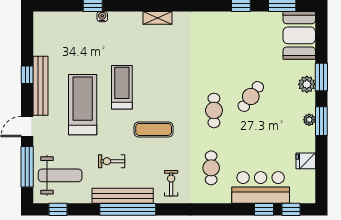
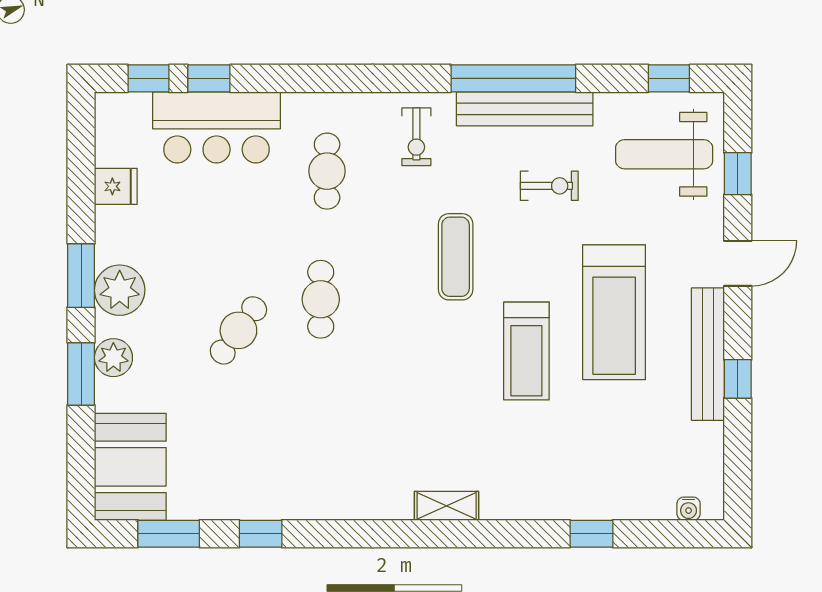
water cooler: (102, 17) -> (689, 509), moved
plant: (309, 120) -> (120, 290), width x1.87, depth x1.87
exercise mat: (154, 129) -> (456, 257), turned 90
window: (27, 167) -> (738, 174), width x0.46

